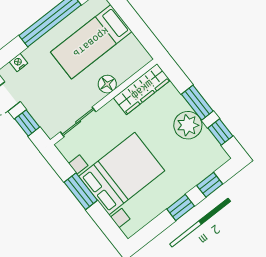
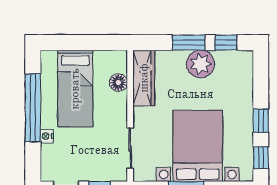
nightstand: (19, 63) -> (47, 136), moved
floor lamp: (107, 84) -> (118, 83), moved
window: (210, 185) -> (261, 158), moved

